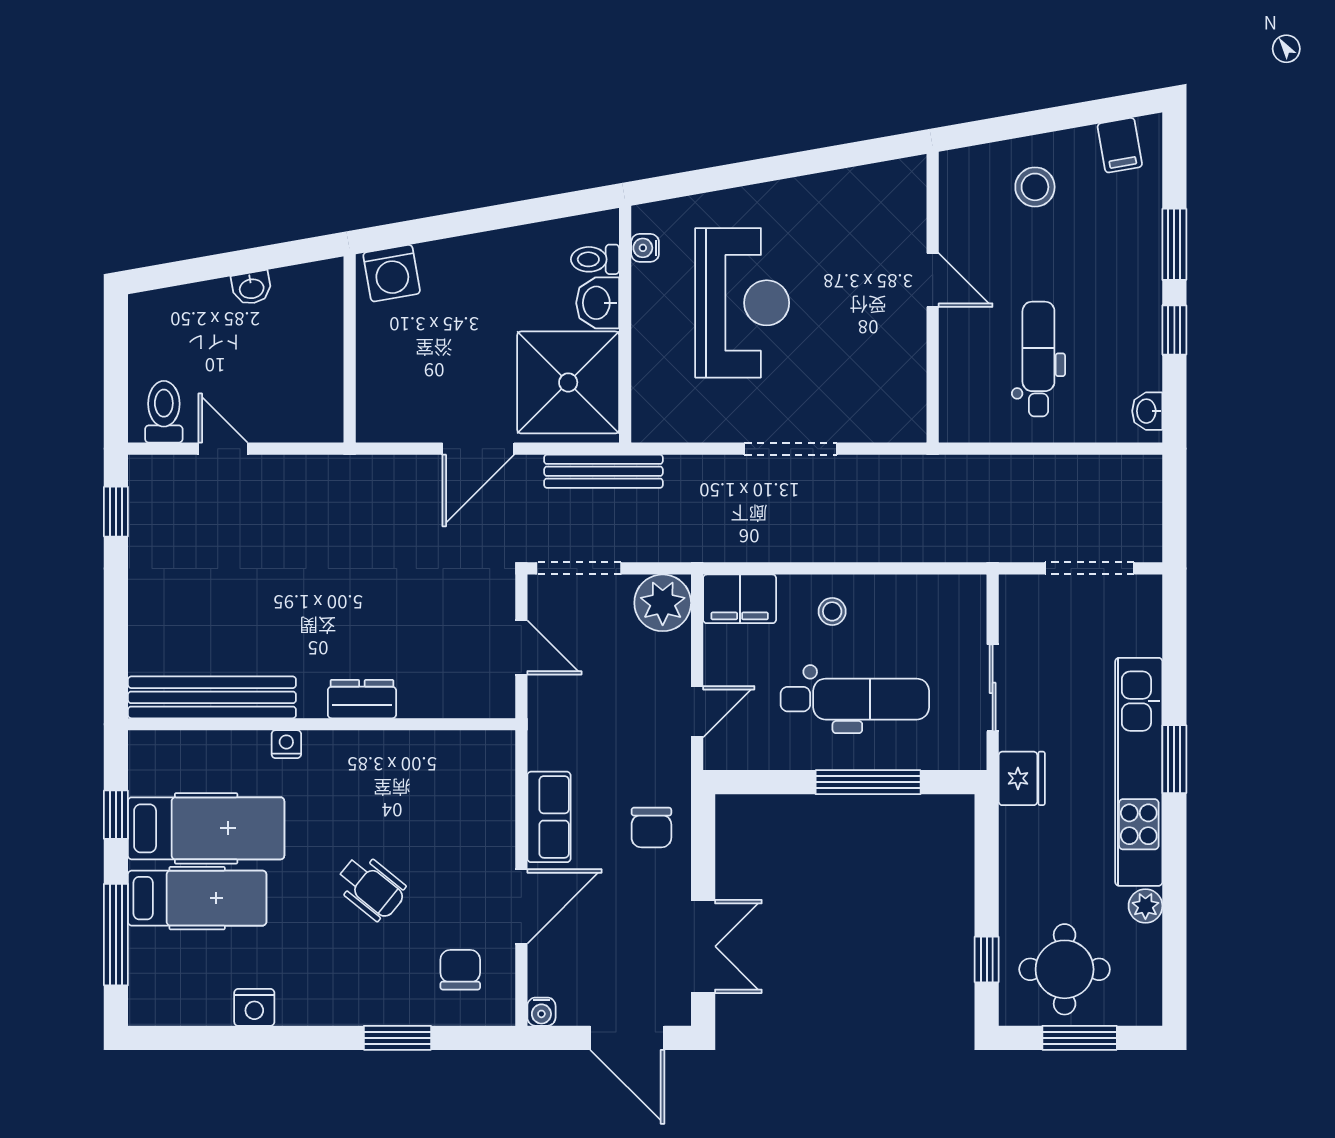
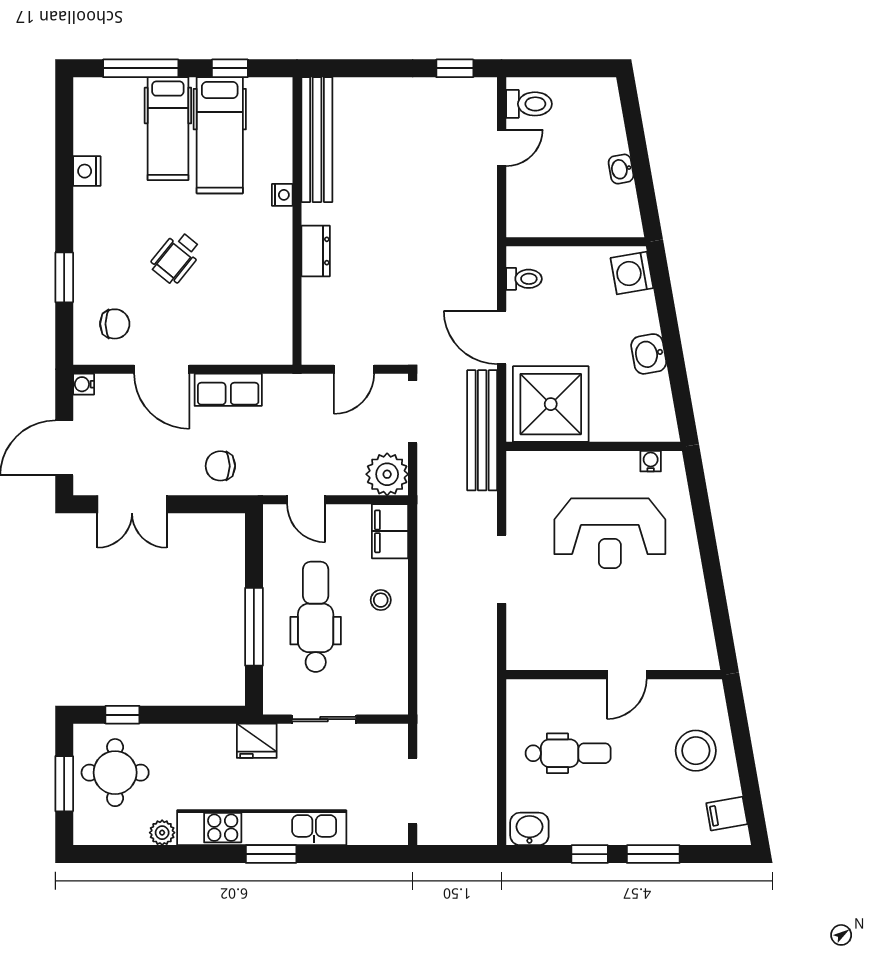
stool: (1035, 187) -> (696, 751), width x1.38, depth x1.38
toilet: (595, 259) -> (524, 279), moved, turned 90
washbasin: (598, 303) -> (649, 354), moved, turned -100
washbasin: (1147, 411) -> (529, 829), width x1.38, depth x1.45
bench: (603, 471) -> (482, 430), width x1.37, depth x1.21
dental chair: (855, 699) -> (316, 617), turned 180

